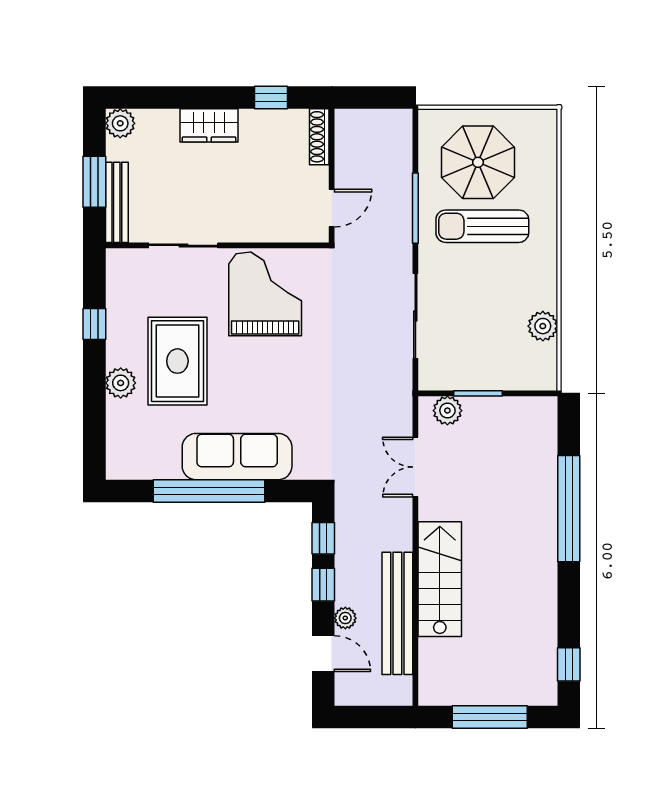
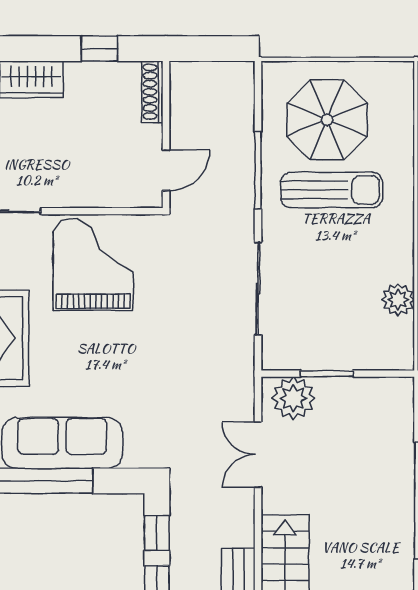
sun lounger: (482, 226) -> (332, 190), turned 180
plant: (447, 411) -> (293, 398), width x1.36, depth x1.36

